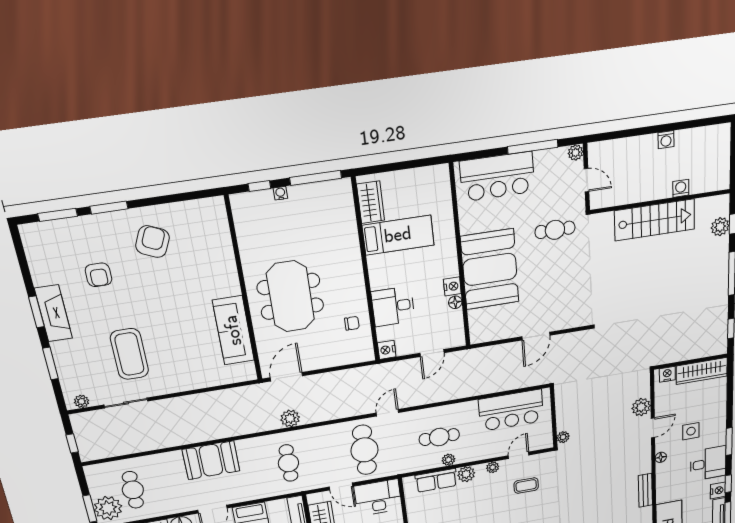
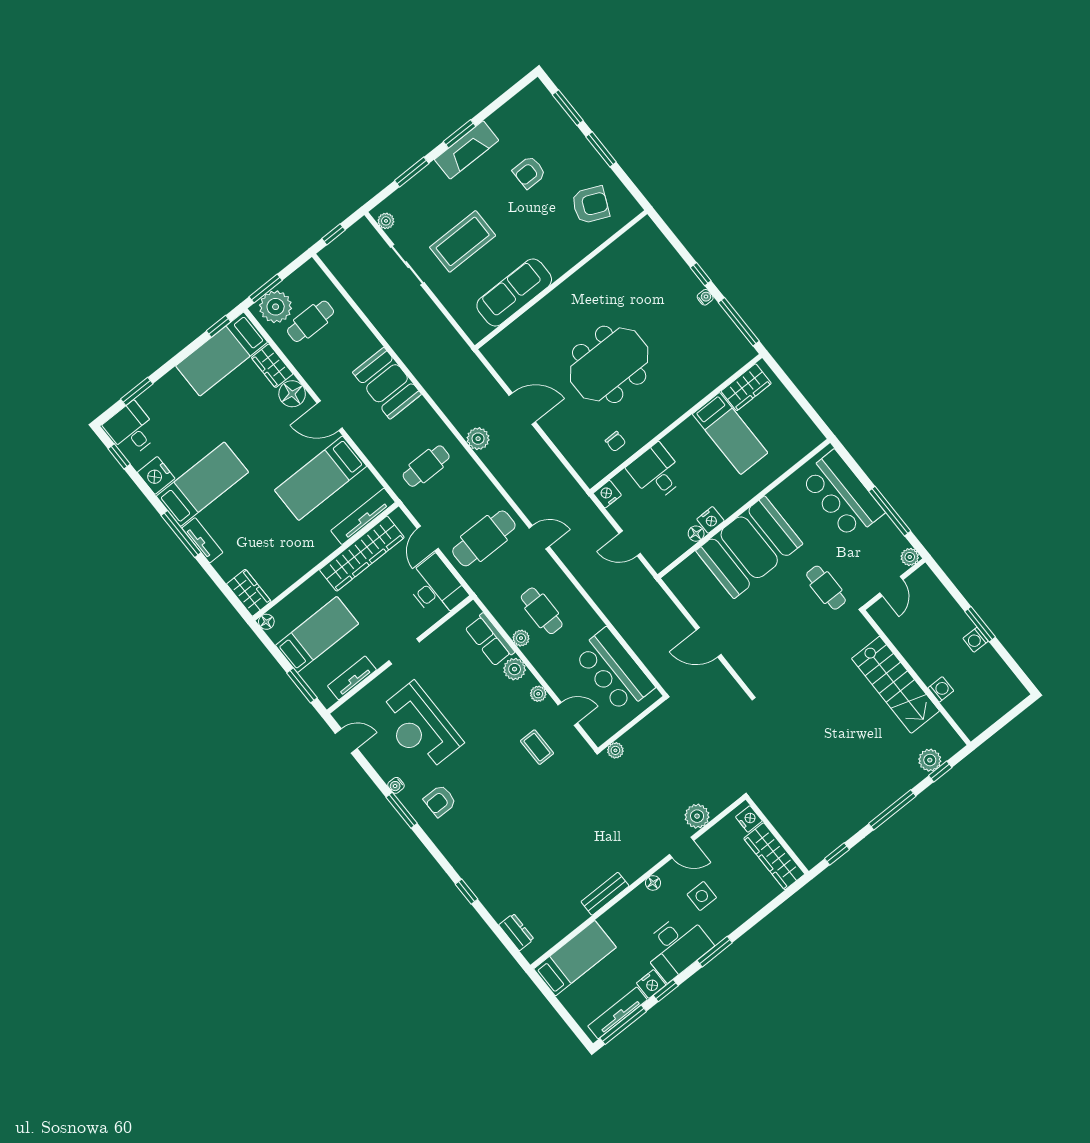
window: (658, 129) -> (980, 624), added
wall: (244, 290) -> (561, 280), moved
sofa: (233, 330) -> (514, 293), moved
desk: (708, 463) -> (676, 946), width x1.37

